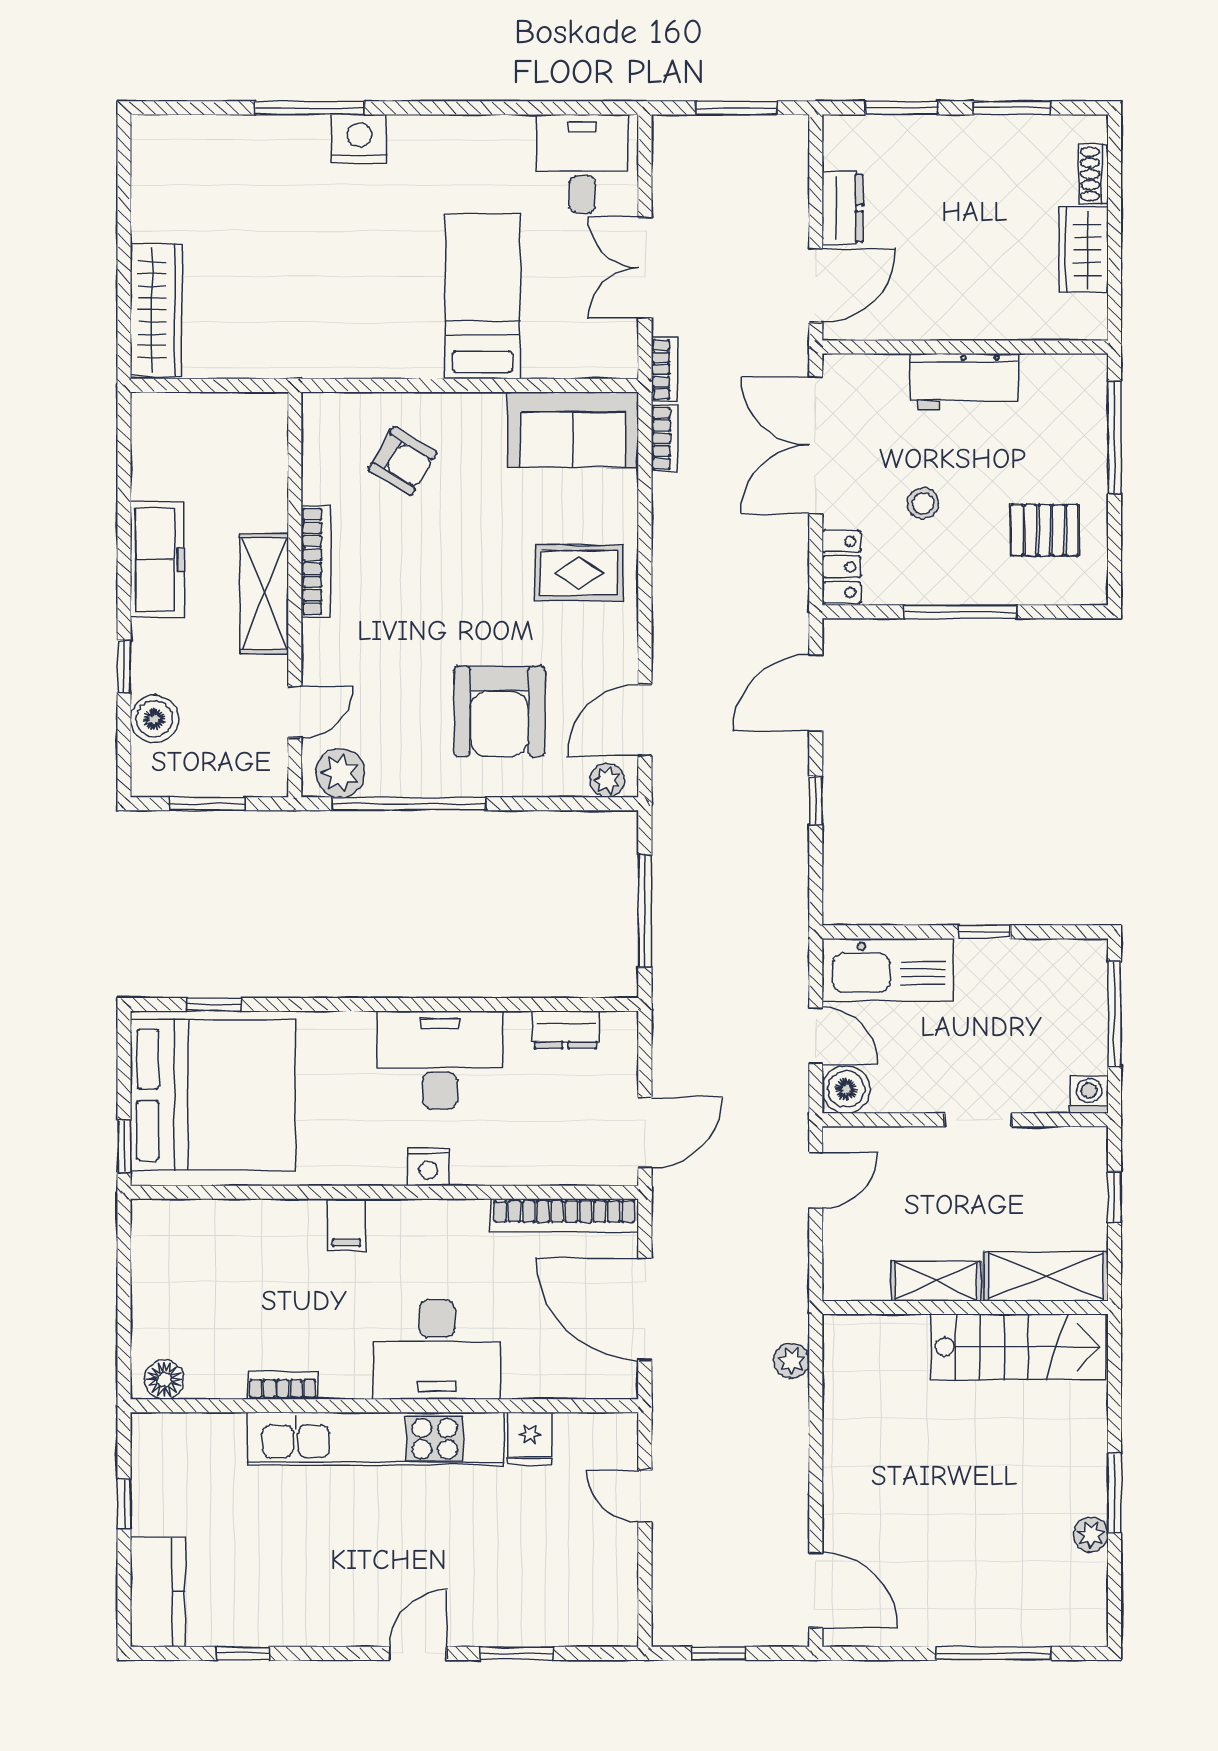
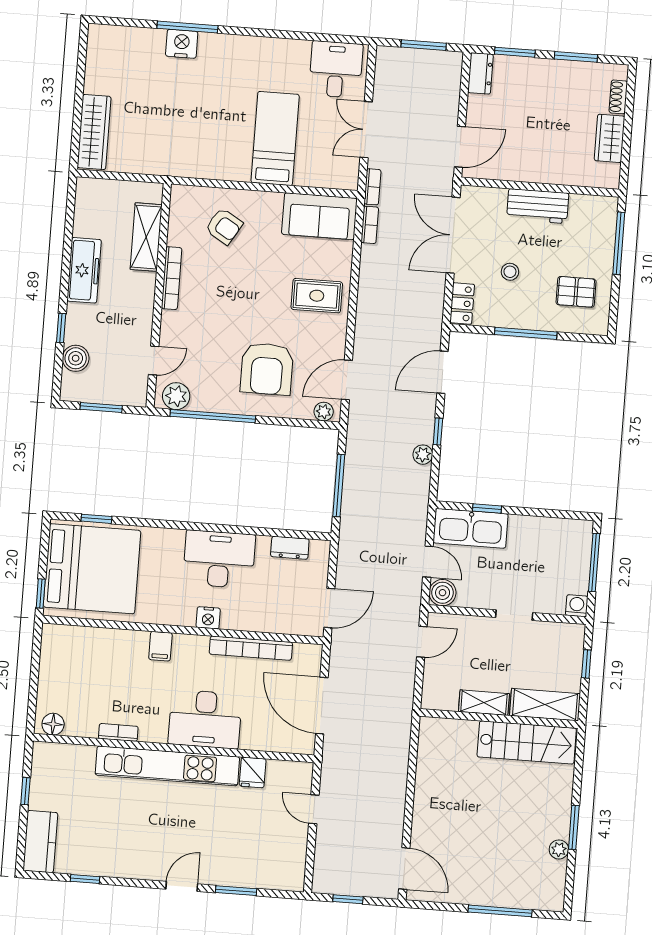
nightstand: (359, 139) -> (182, 44), moved
dresser: (843, 208) -> (480, 73), moved
shelving: (264, 594) -> (146, 237), moved
window: (984, 932) -> (487, 508), moved
bookcase: (564, 1215) -> (251, 648), moved
plant: (792, 1361) -> (423, 455), moved

